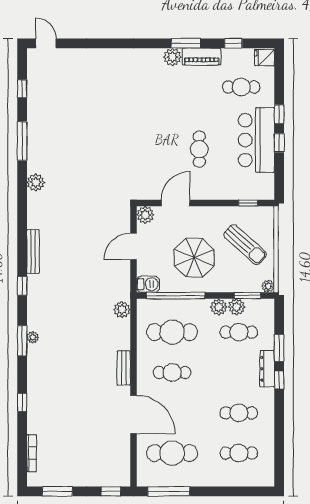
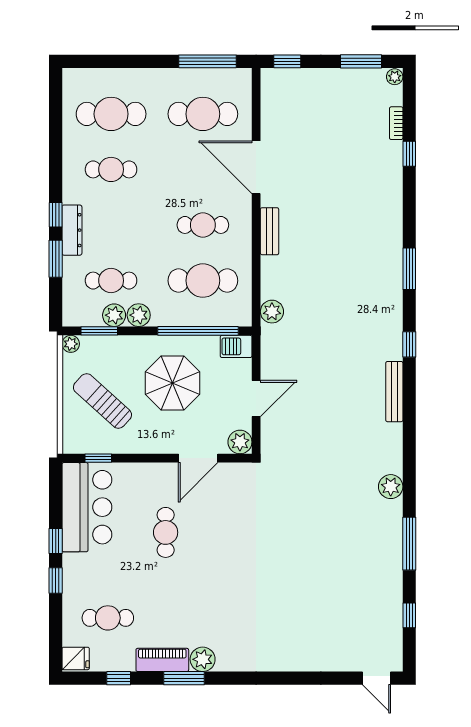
bar counter: (256, 140) -> (87, 507), moved
plant: (33, 337) -> (395, 77), moved
window: (22, 402) -> (409, 154), moved
bookcase: (32, 453) -> (396, 123), width x0.64
cafe table: (239, 453) -> (111, 114), width x1.37, depth x1.35

